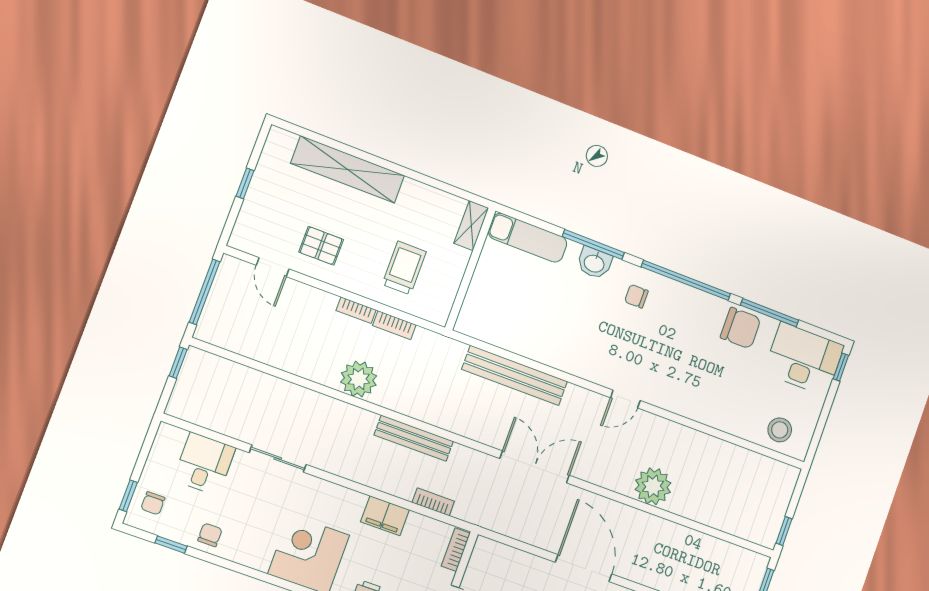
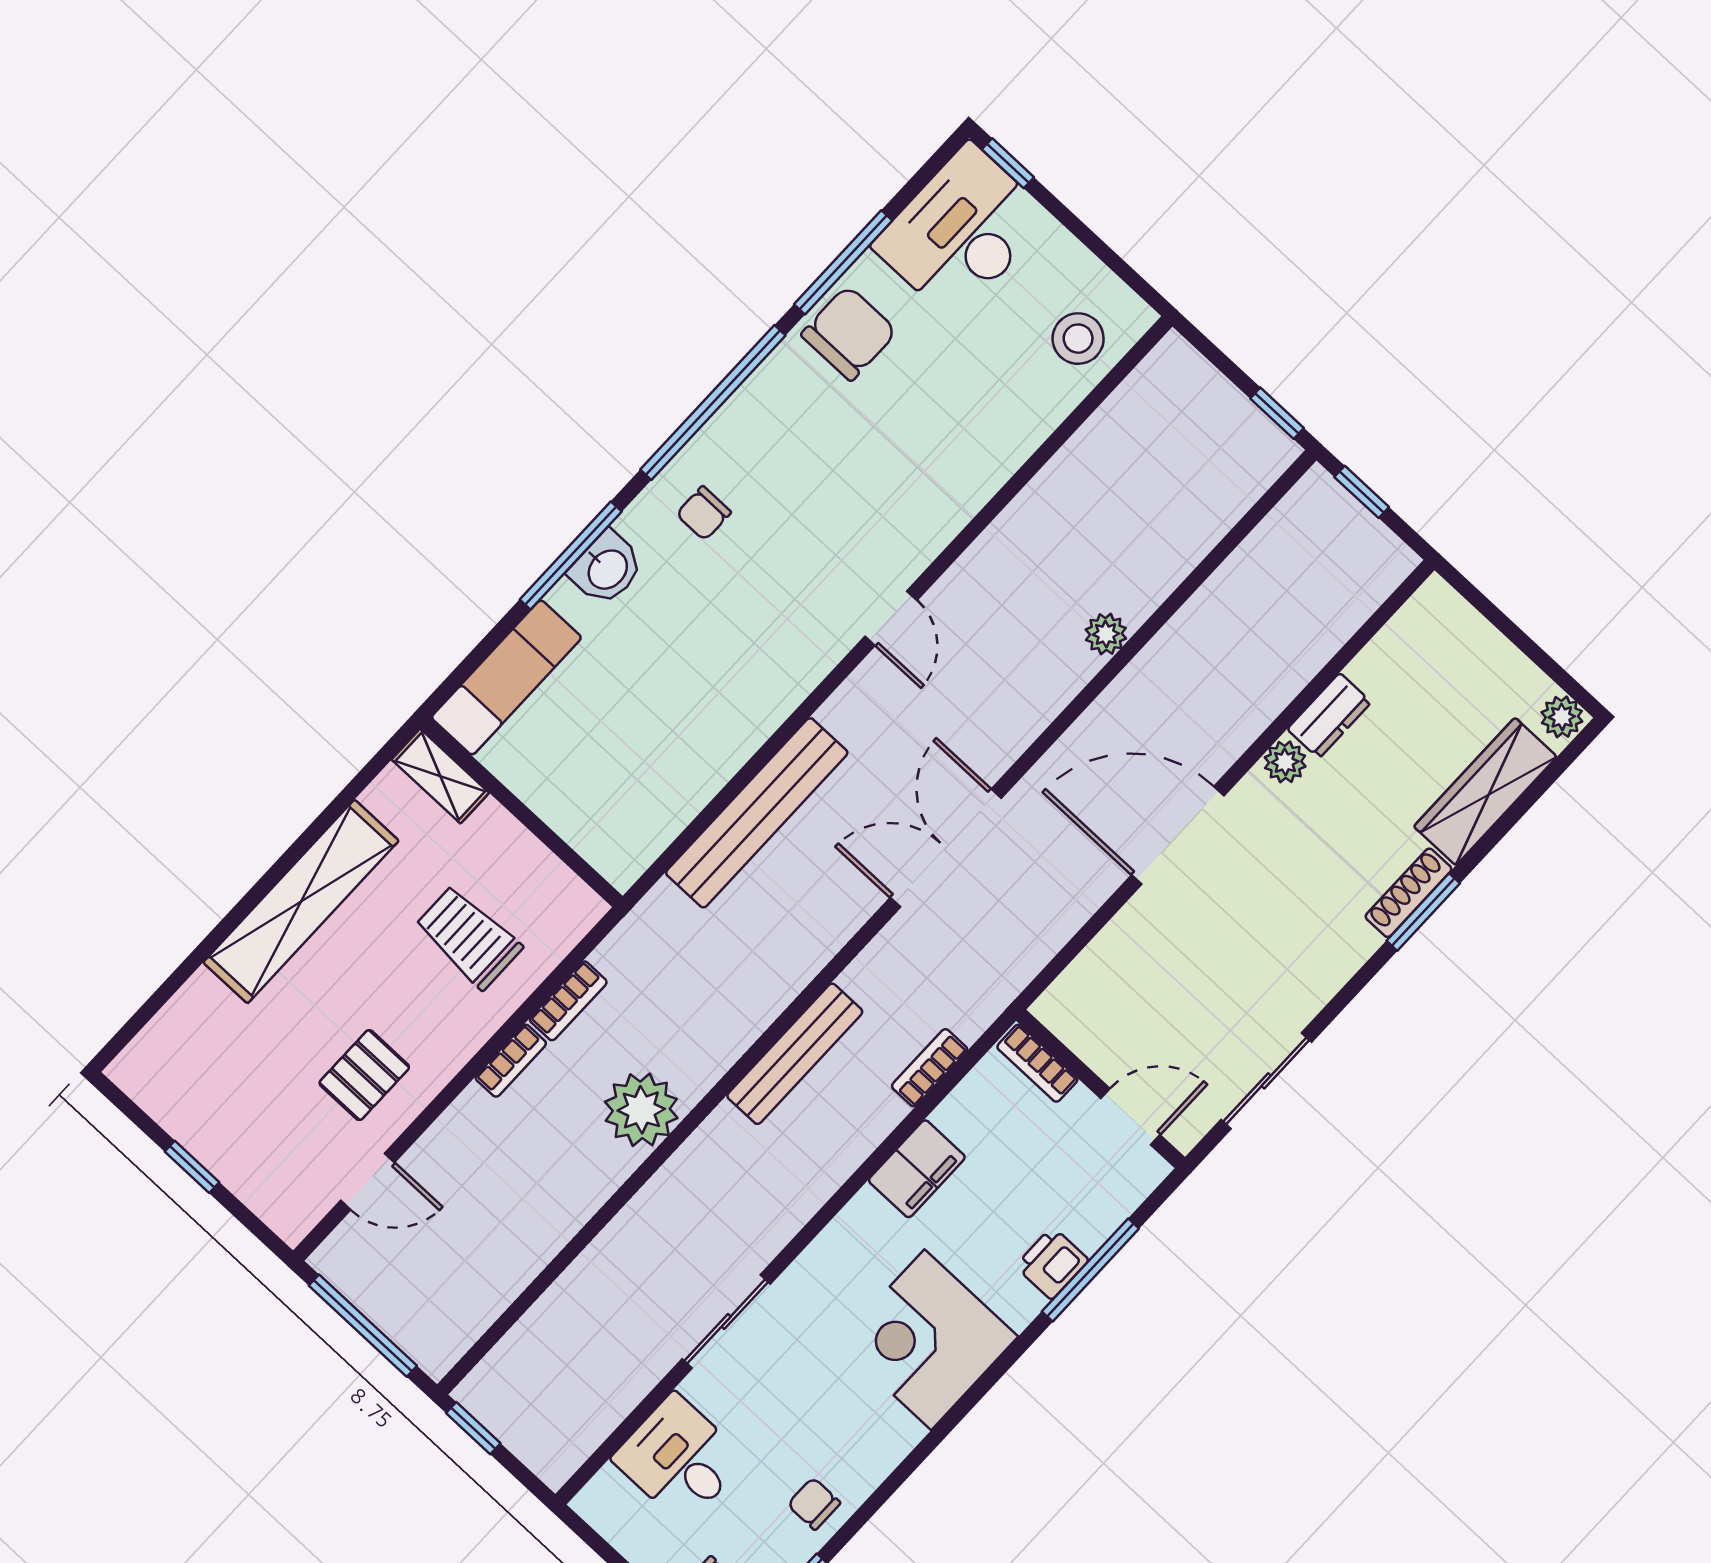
shelving: (348, 169) -> (301, 902), moved
plant: (653, 486) -> (1106, 634), width x0.53, depth x0.53

